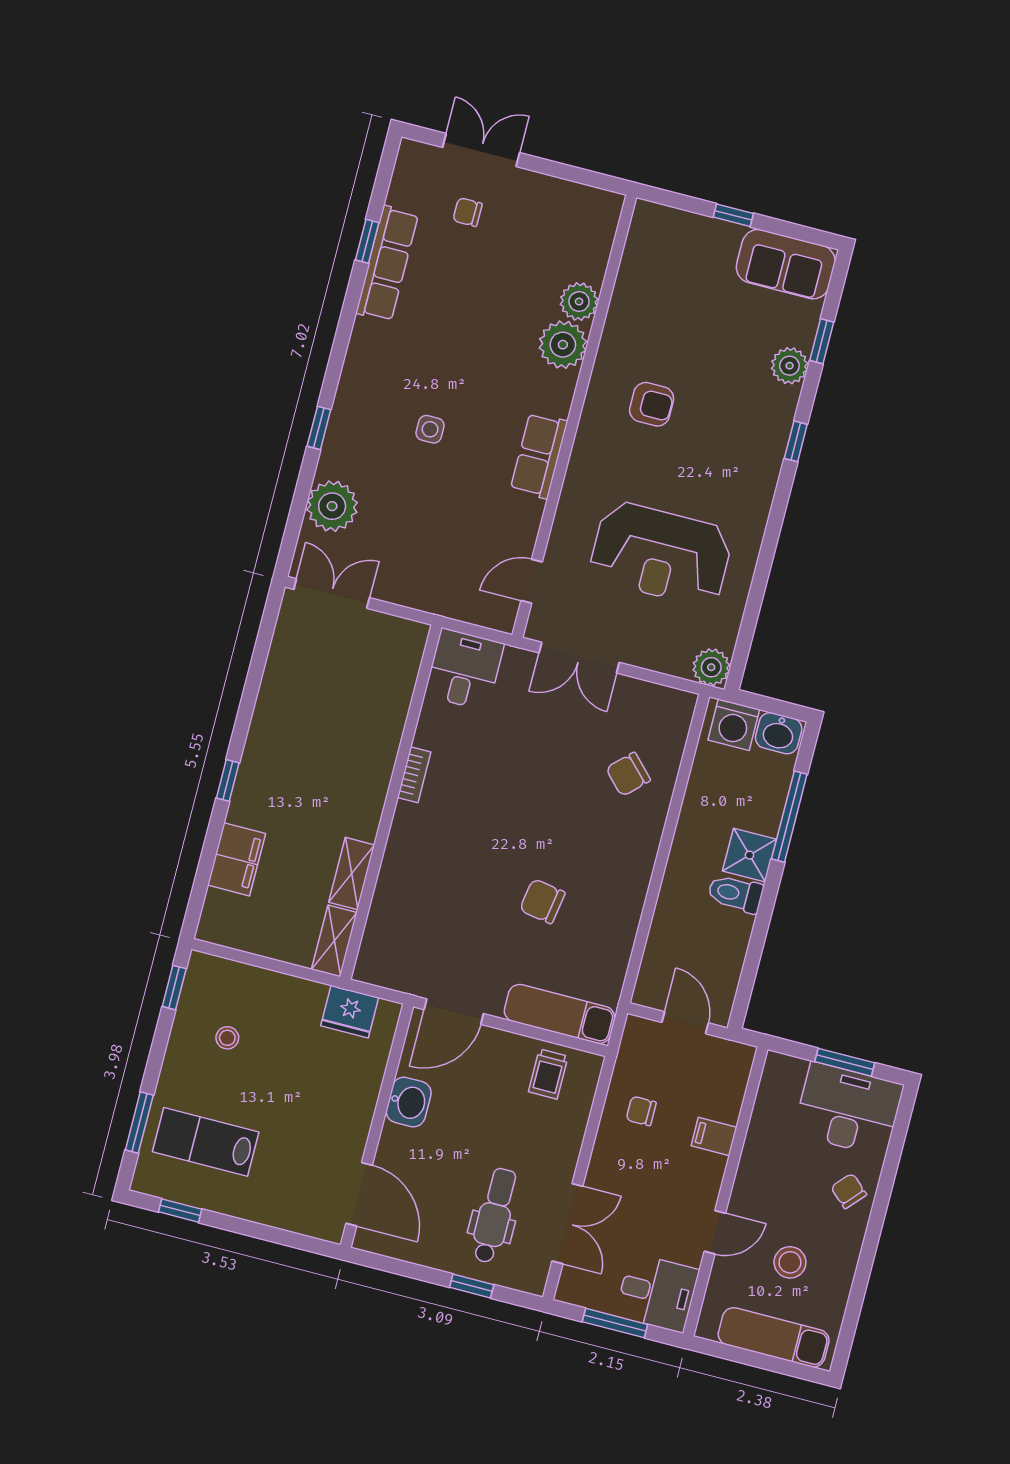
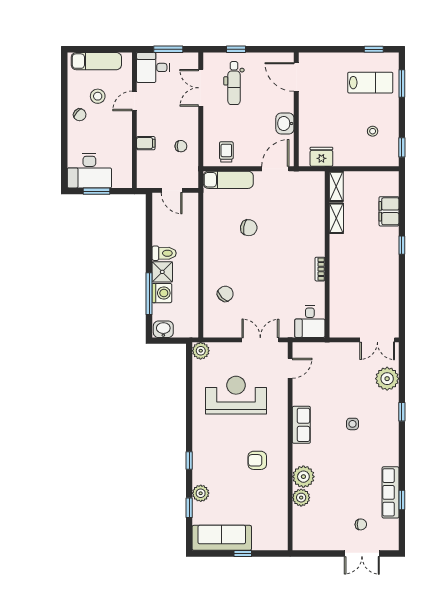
sofa: (786, 264) -> (222, 538), width x1.36
washing machine: (734, 725) -> (162, 293), moved, turned 90
chair: (849, 1191) -> (80, 115), moved

